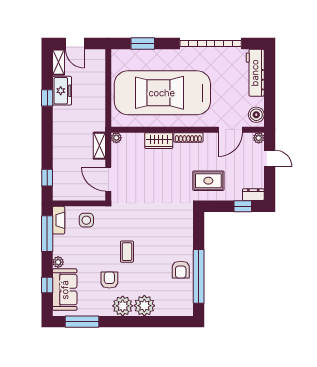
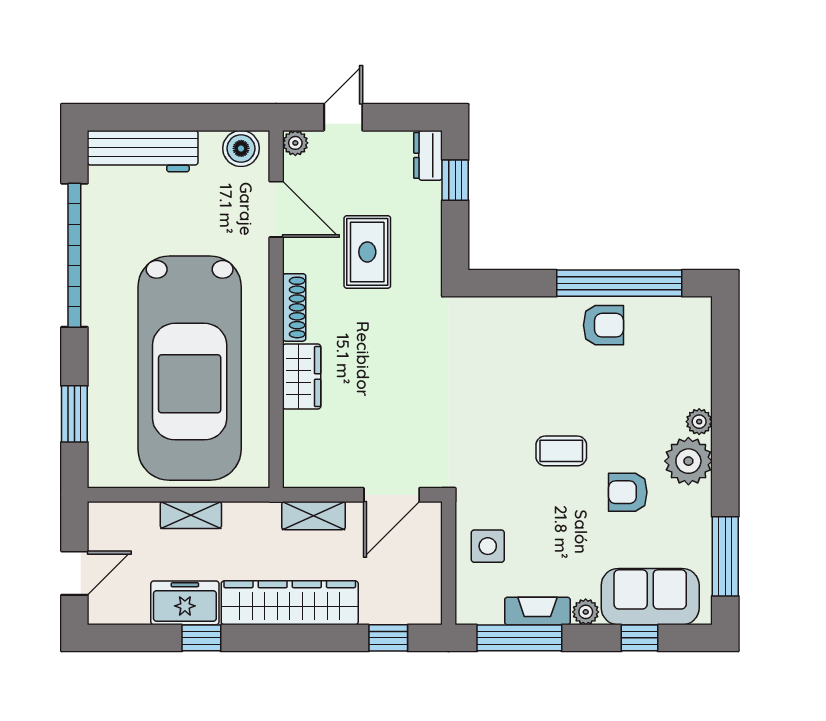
shelving: (58, 62) -> (191, 515), moved
wardrobe: (62, 136) -> (290, 603), added
plant: (116, 138) -> (295, 476), removed
rug: (208, 181) -> (367, 252), moved
fireplace: (59, 220) -> (537, 611), moved
plant: (144, 306) -> (699, 422), width x0.53, depth x0.53

